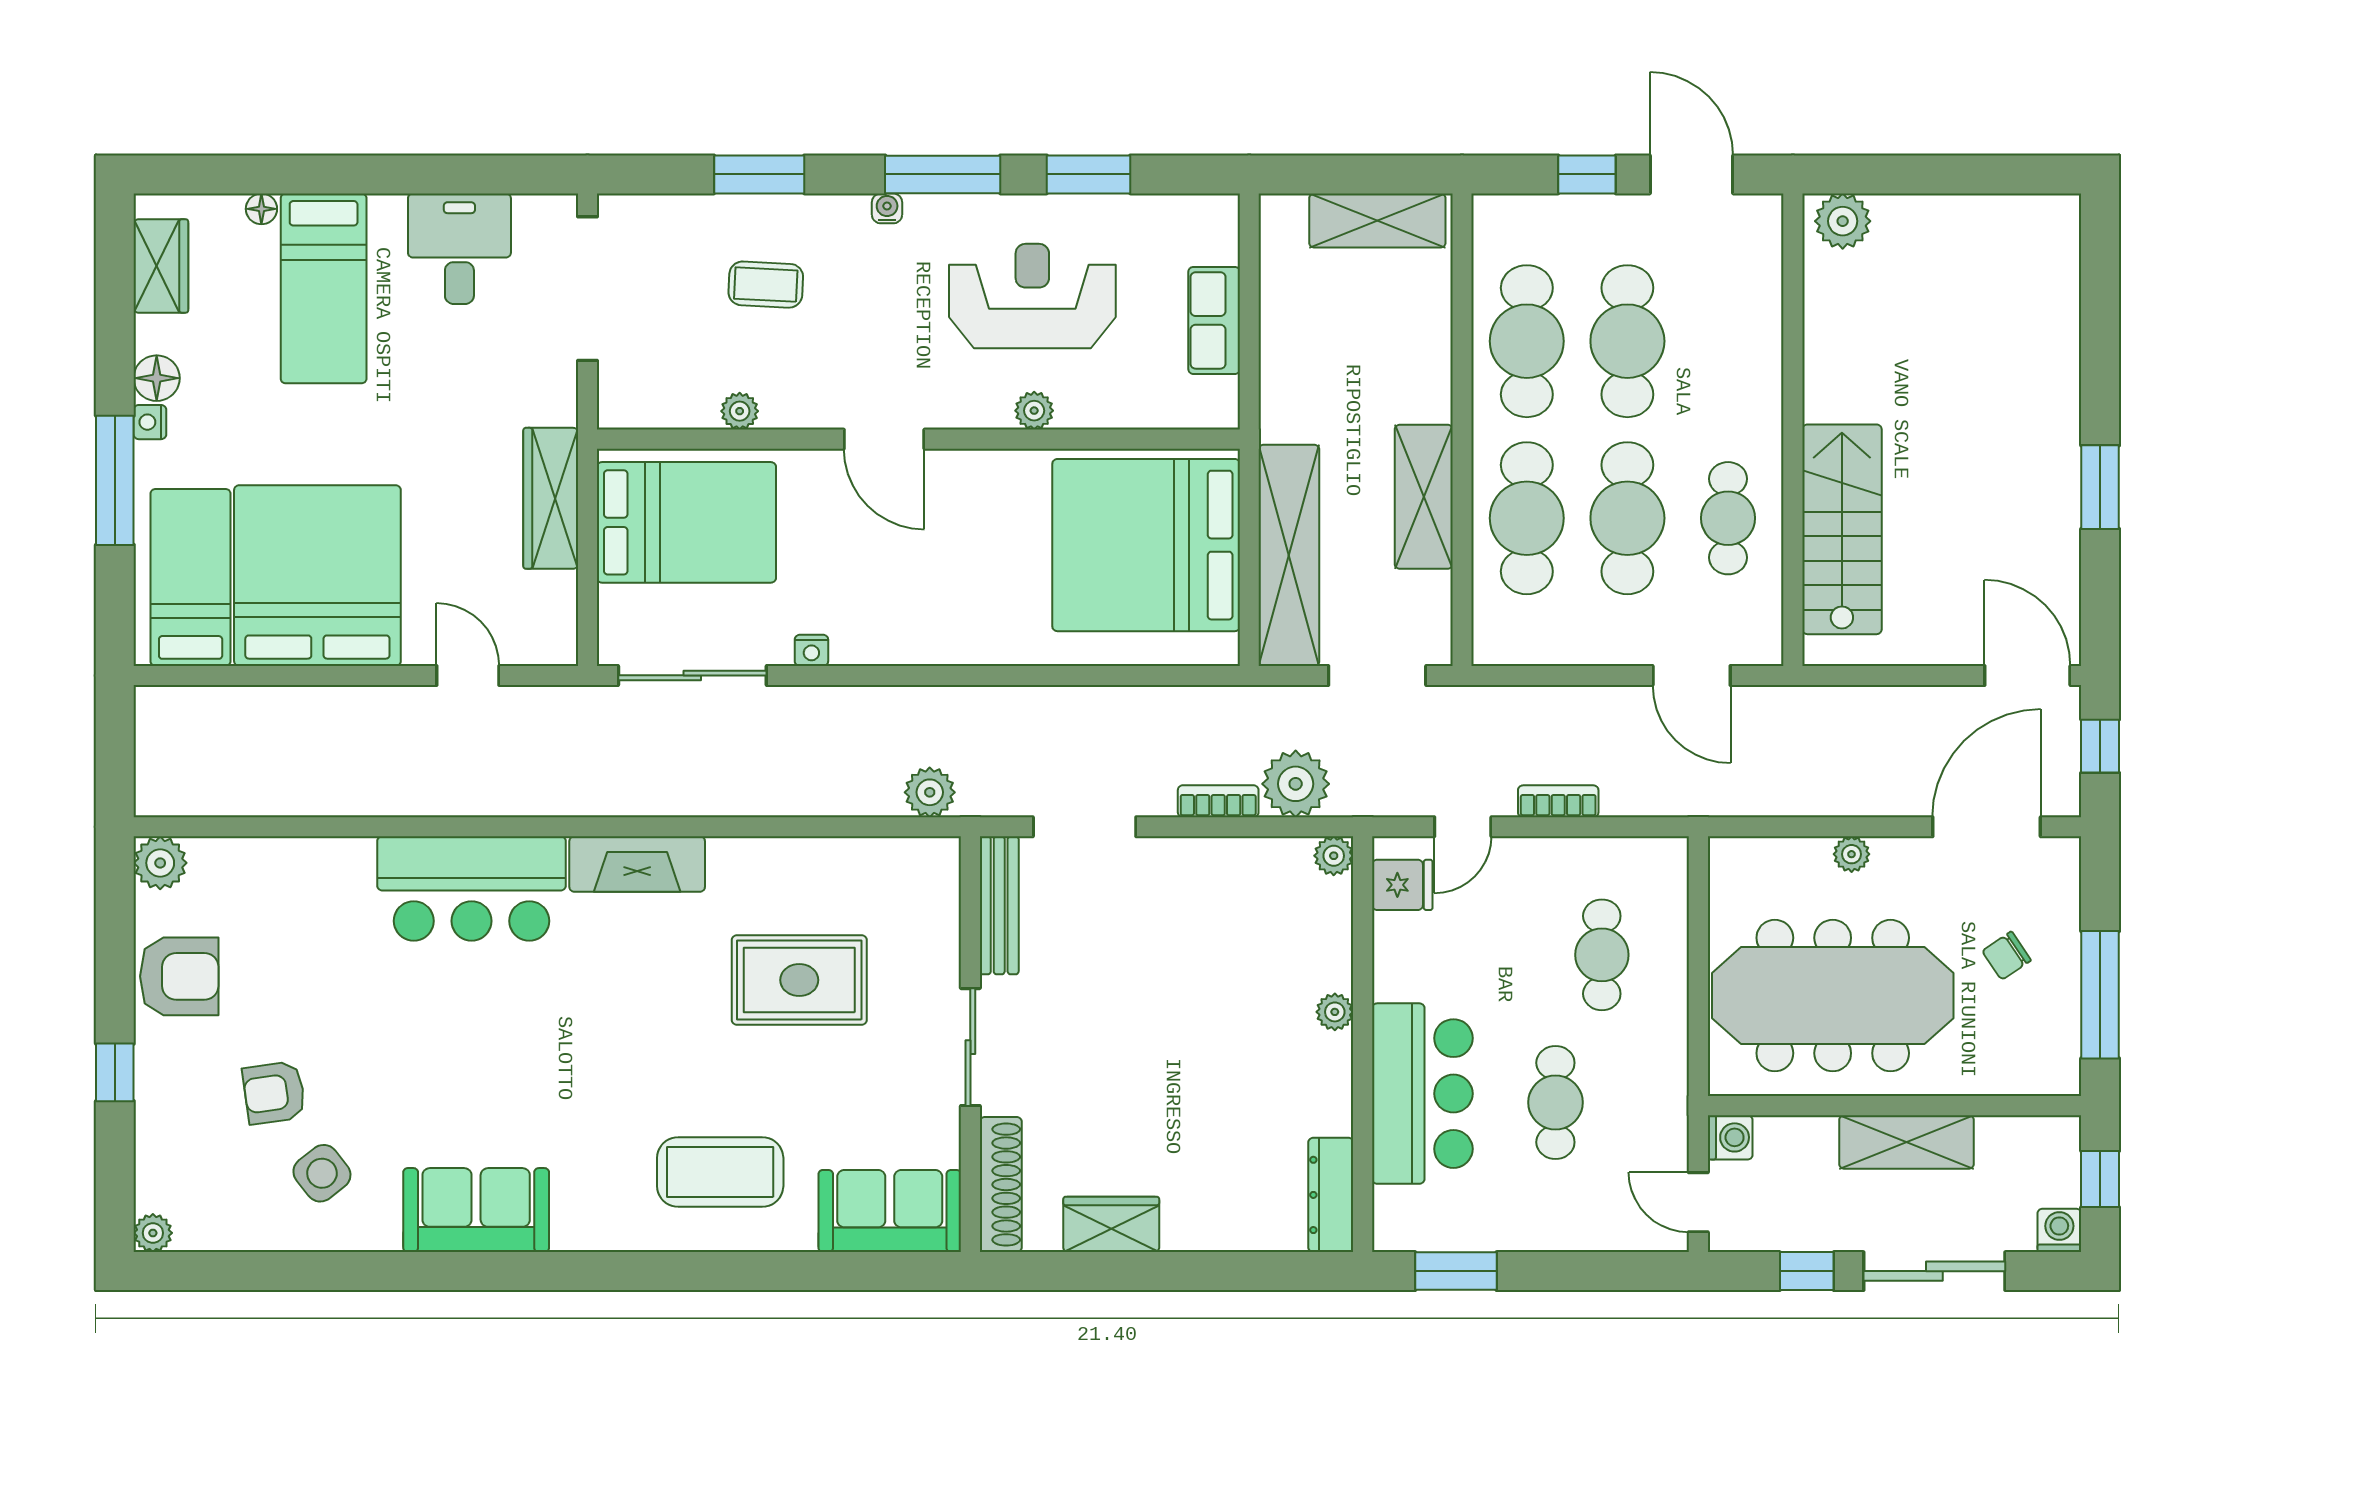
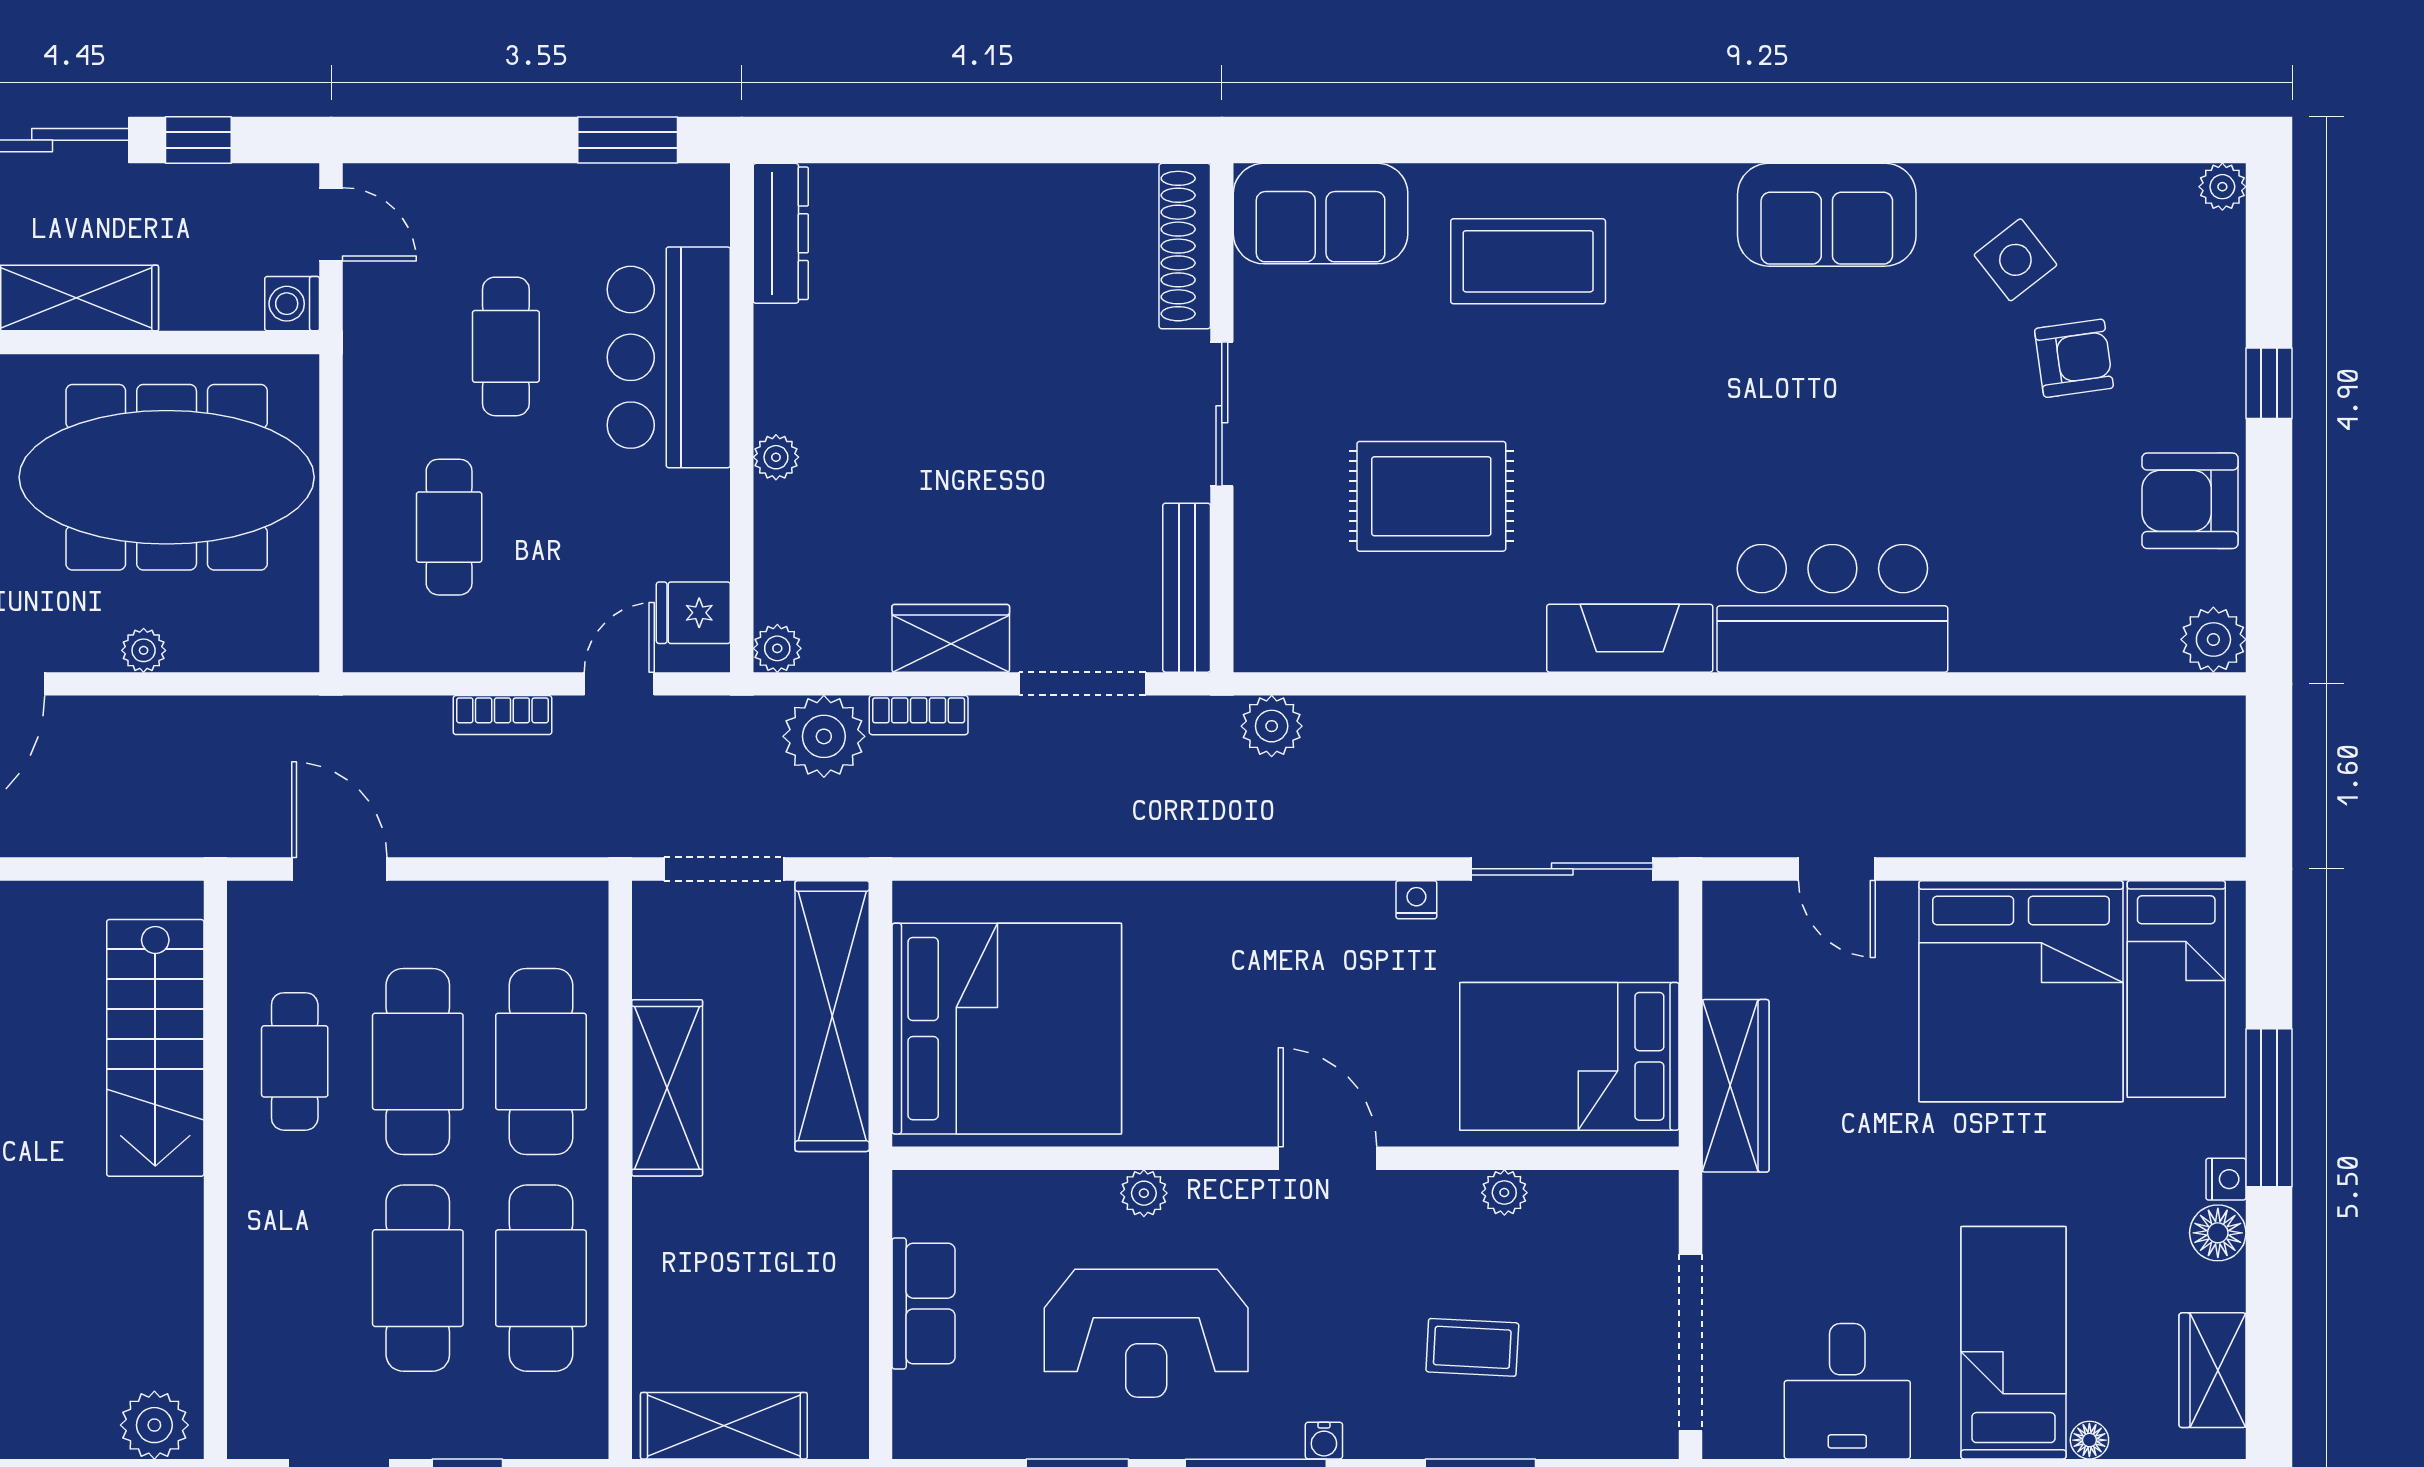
wardrobe: (1111, 1224) -> (951, 638), moved, turned 180

